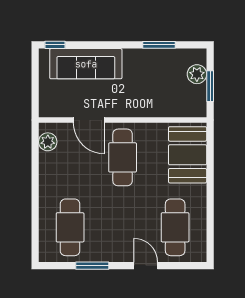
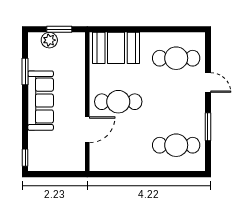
sofa: (86, 64) -> (41, 101), moved
plant: (48, 142) -> (105, 164), removed
door: (146, 266) -> (208, 82), swing flipped

